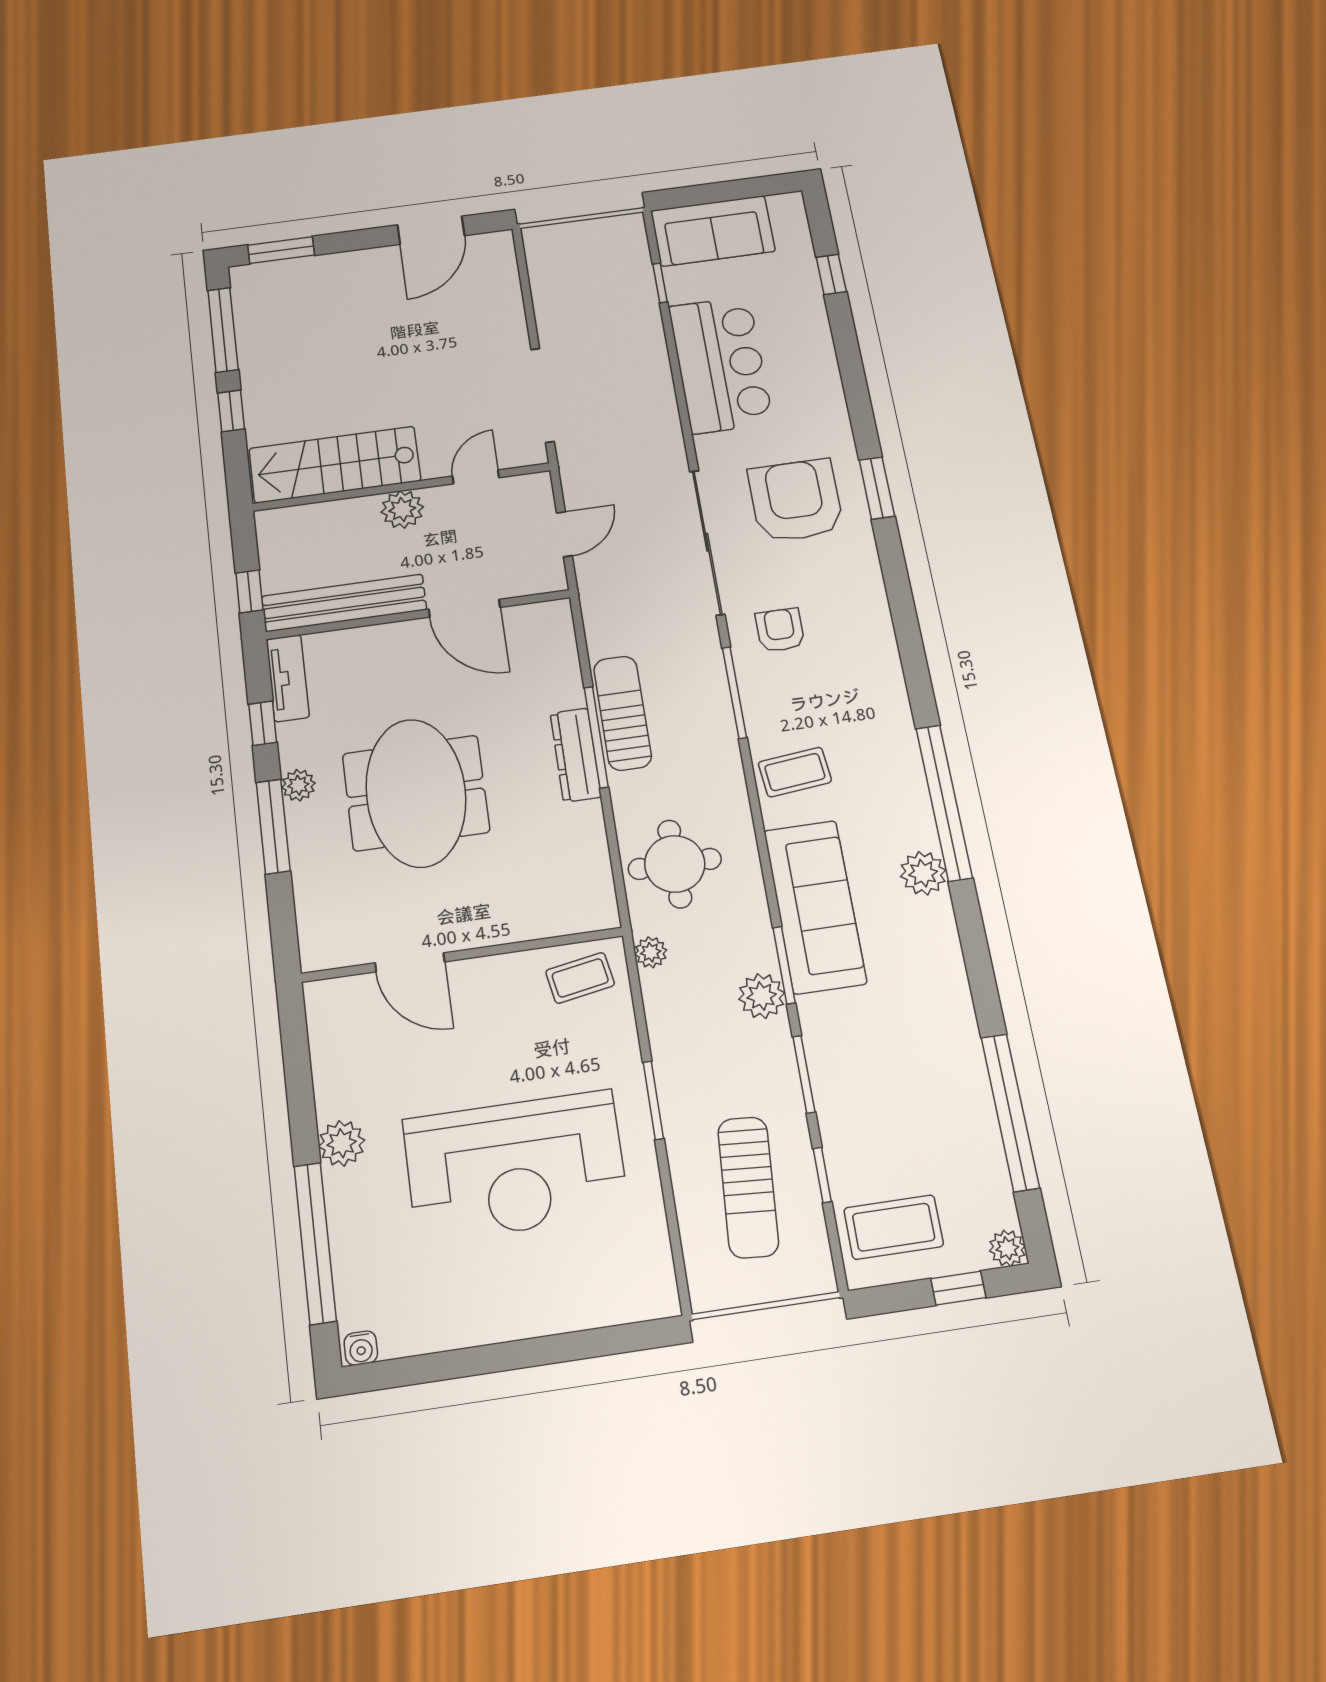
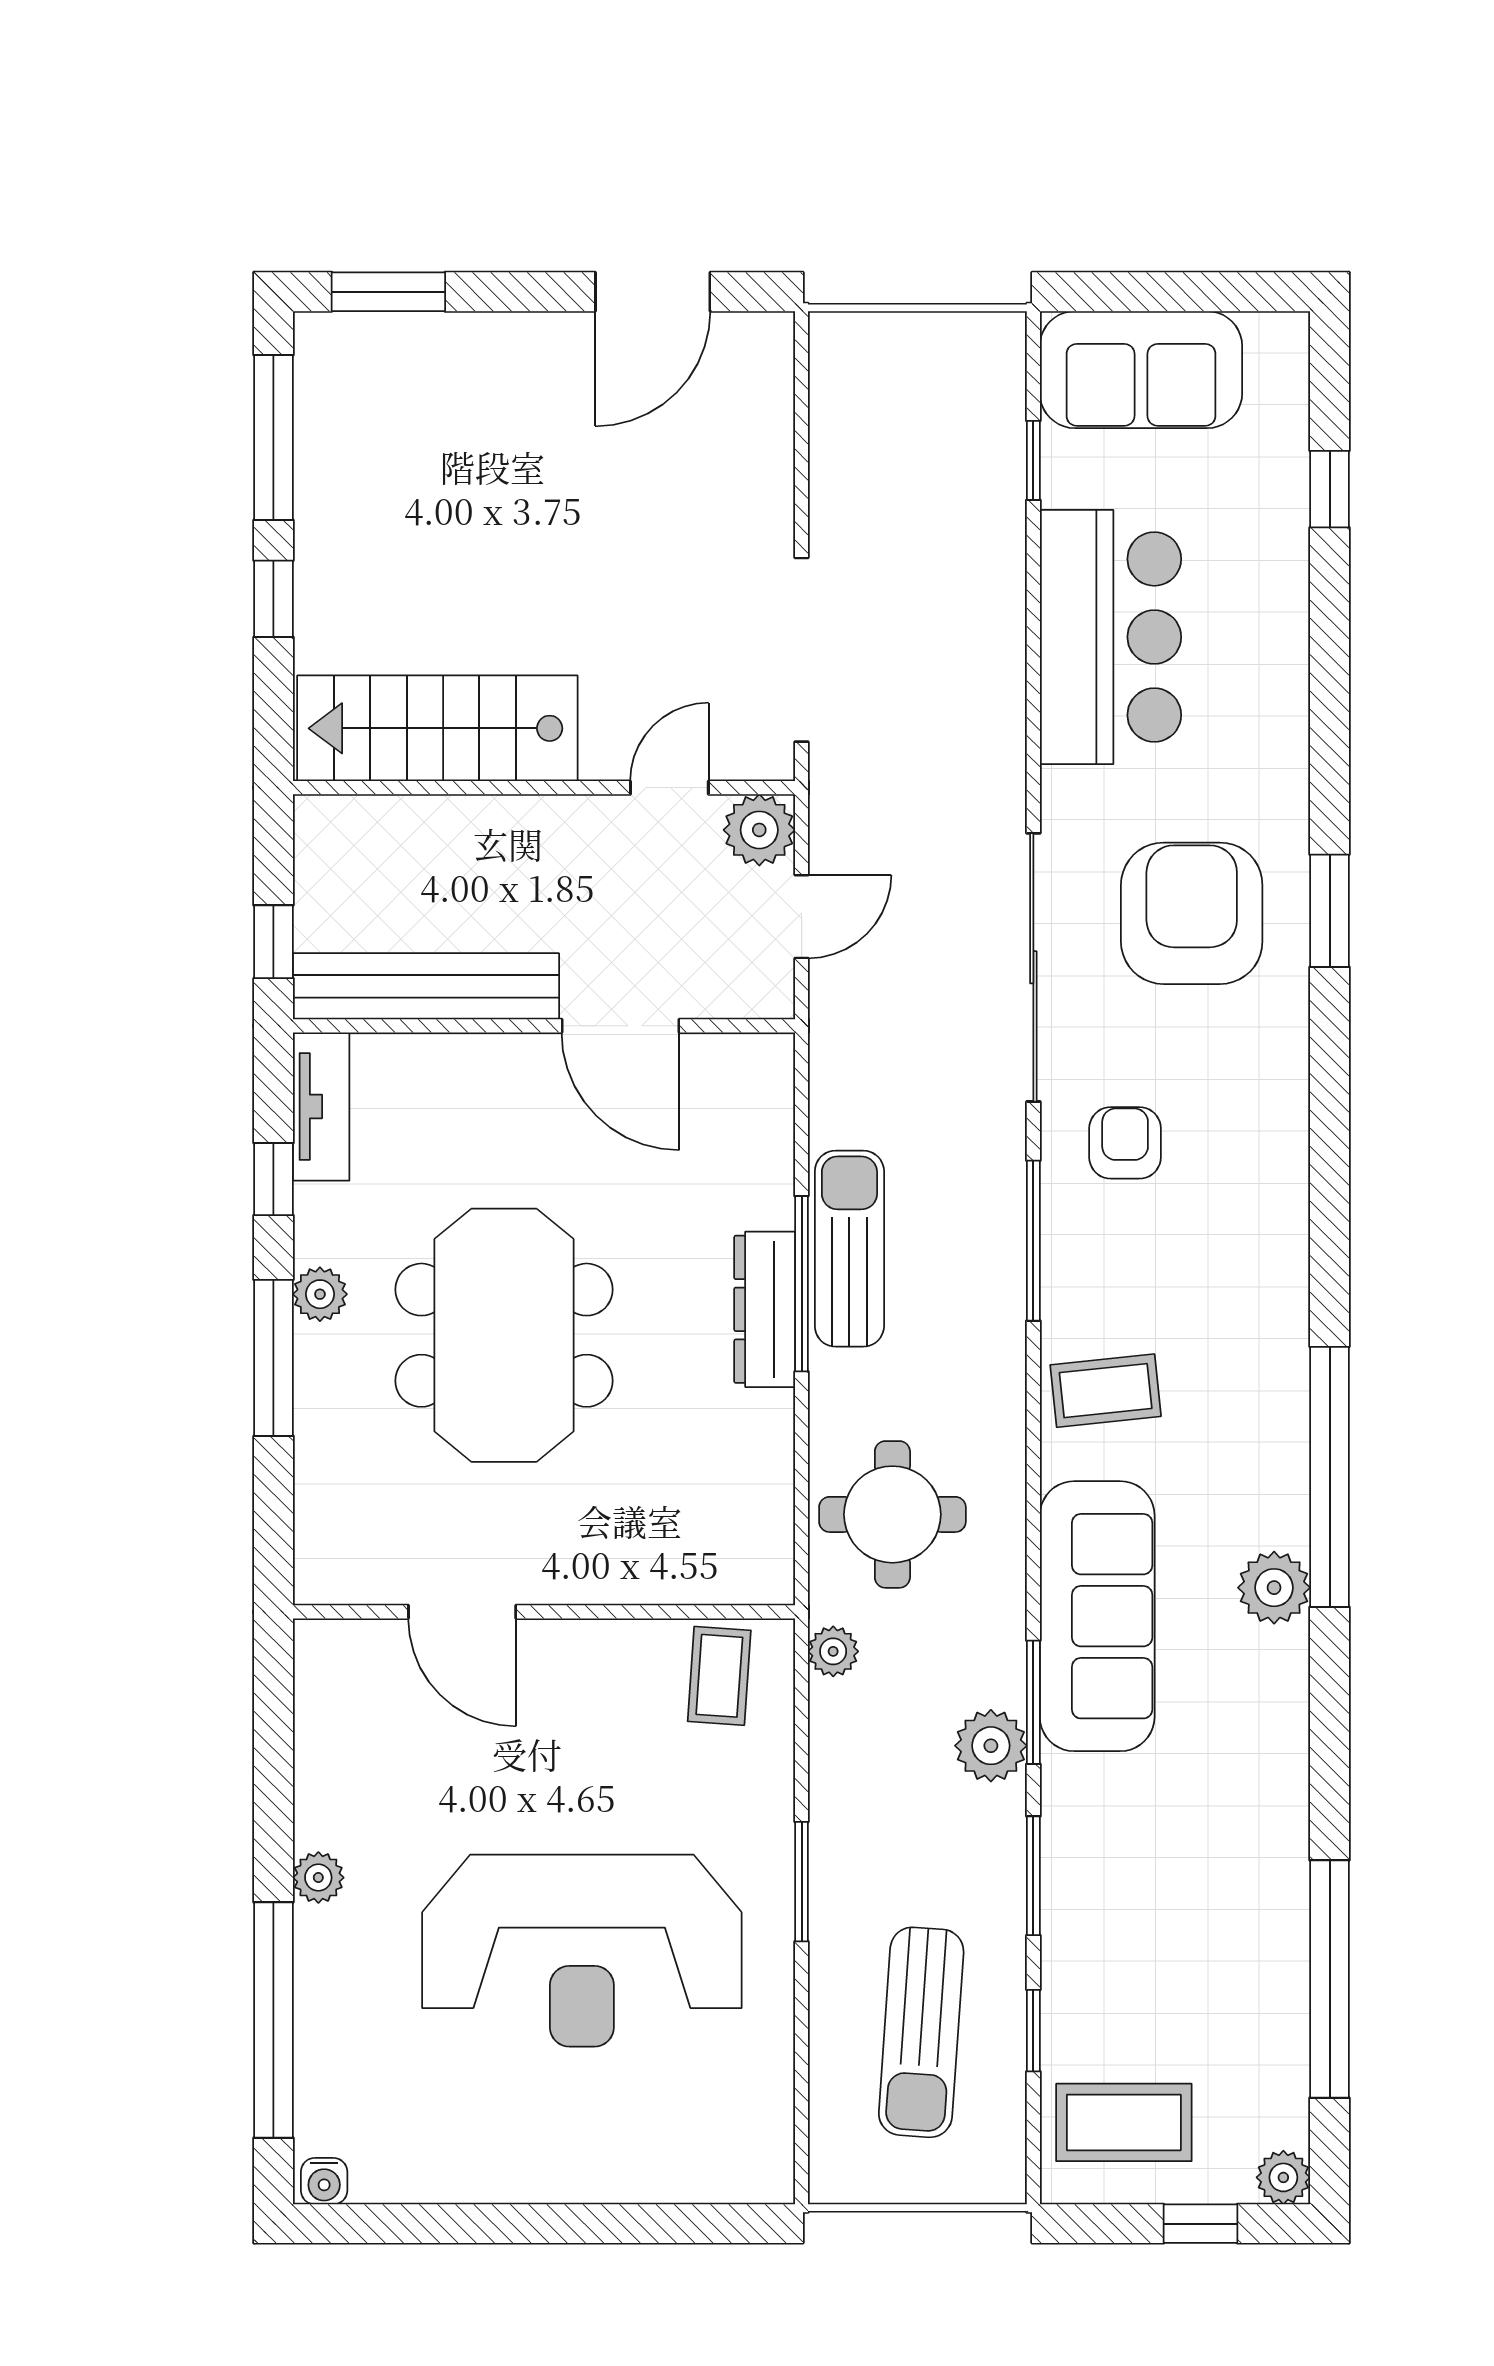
plant: (402, 509) -> (759, 830), moved
coffee table: (580, 978) -> (719, 1676), turned -76
plant: (342, 1143) -> (318, 1878), width x0.73, depth x0.73

